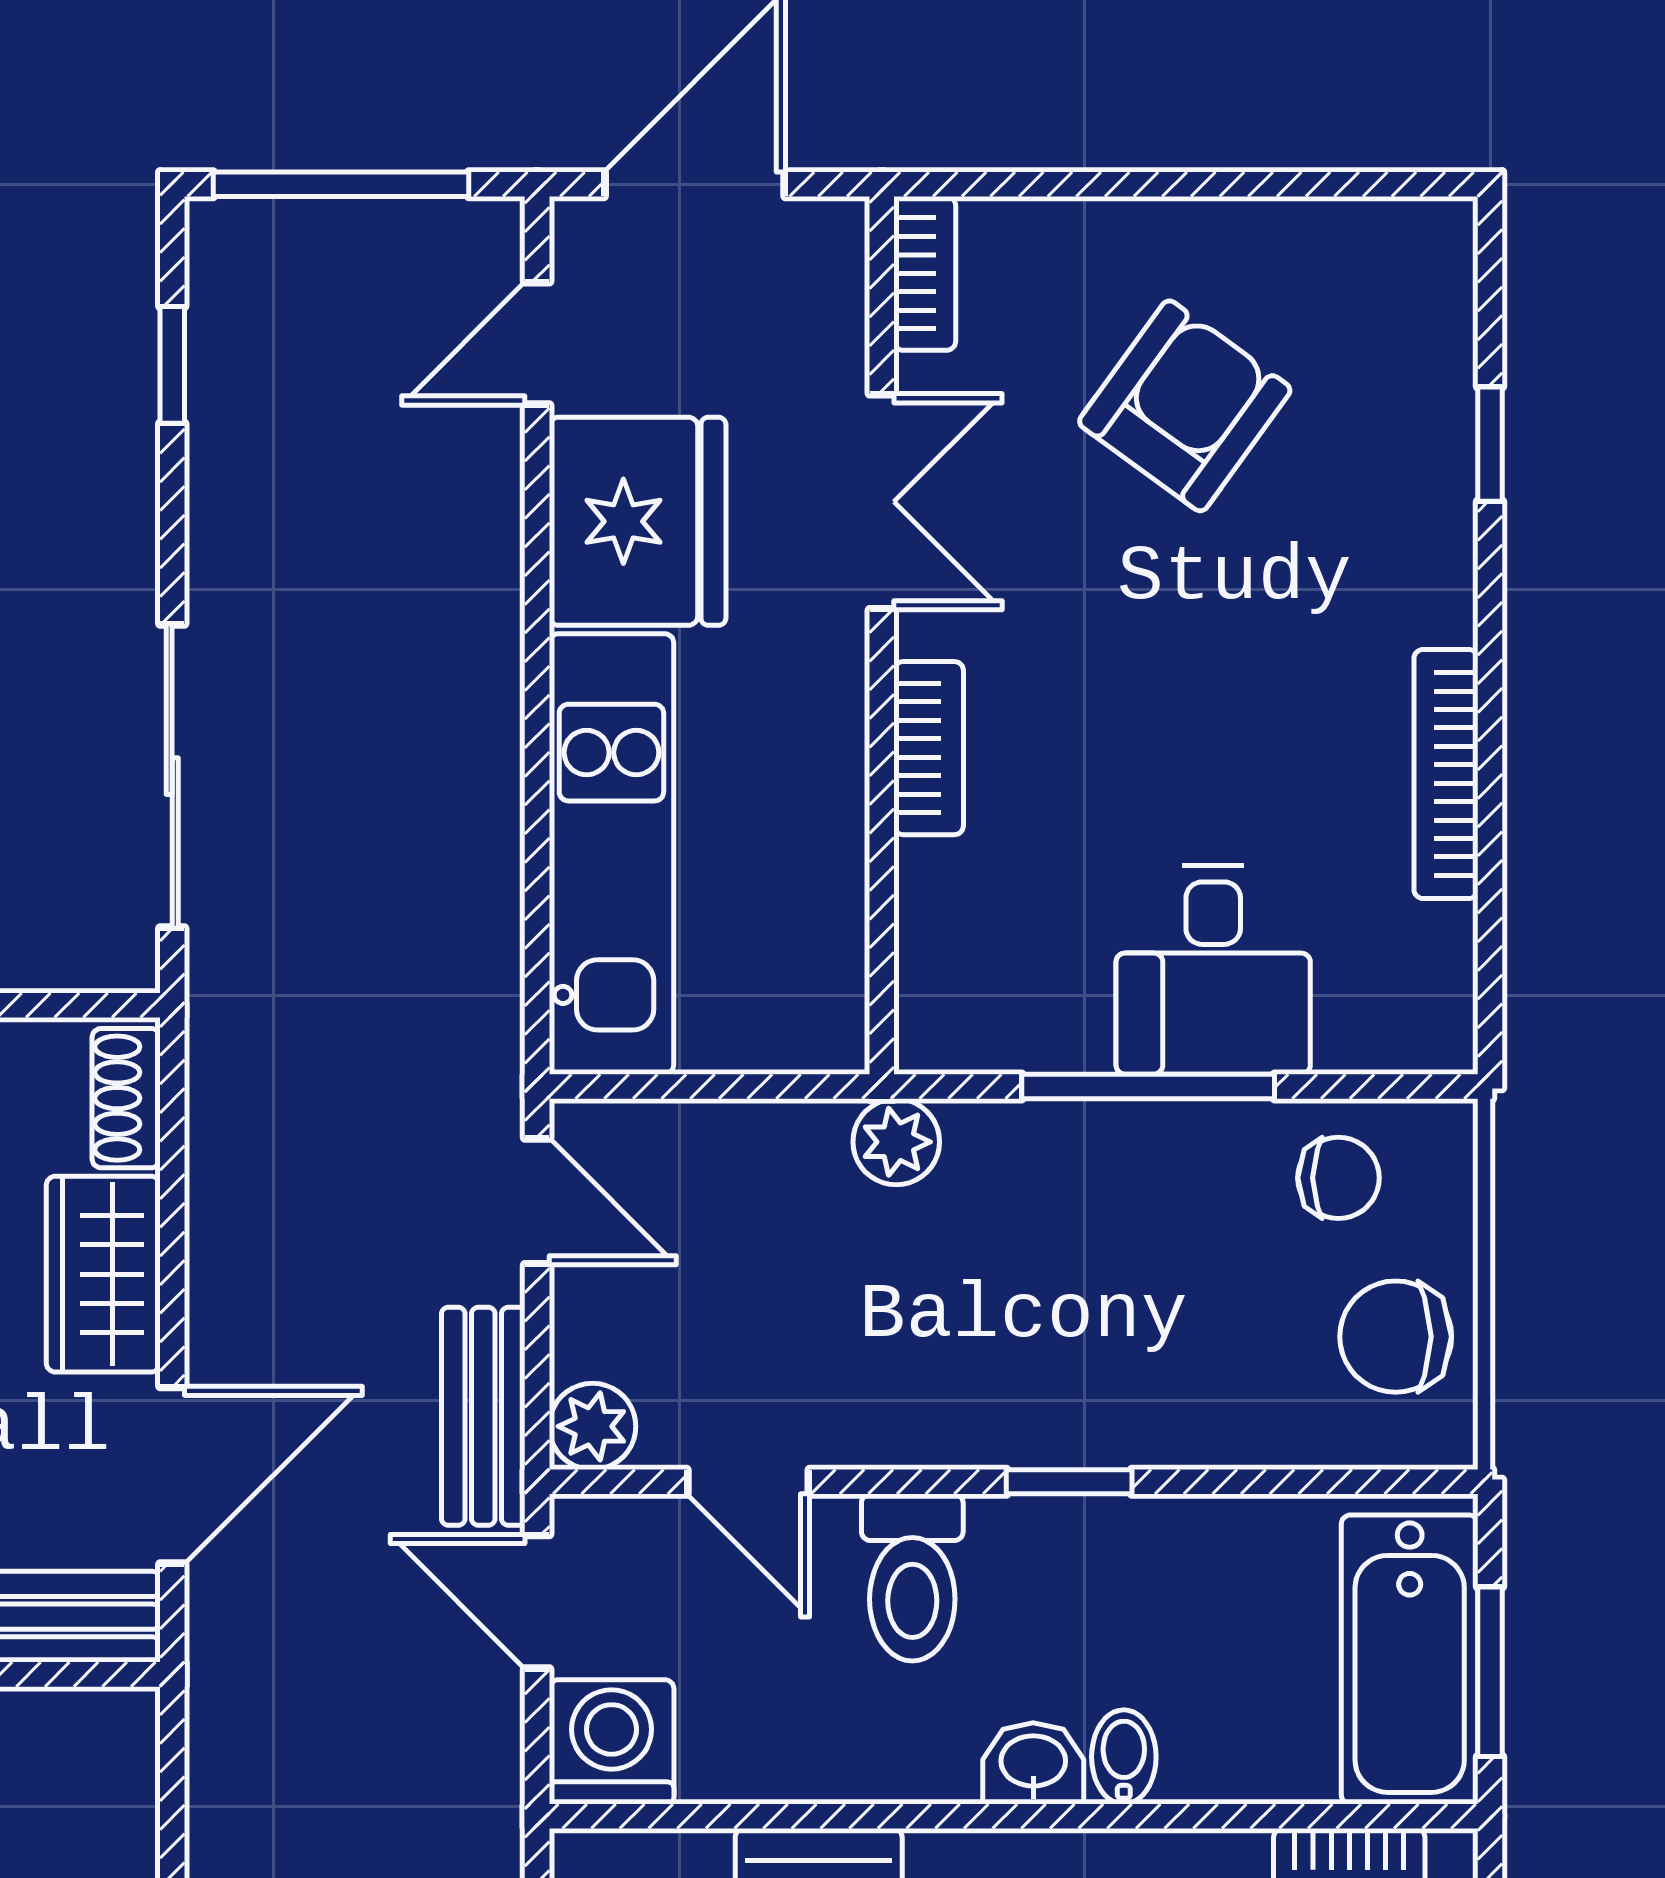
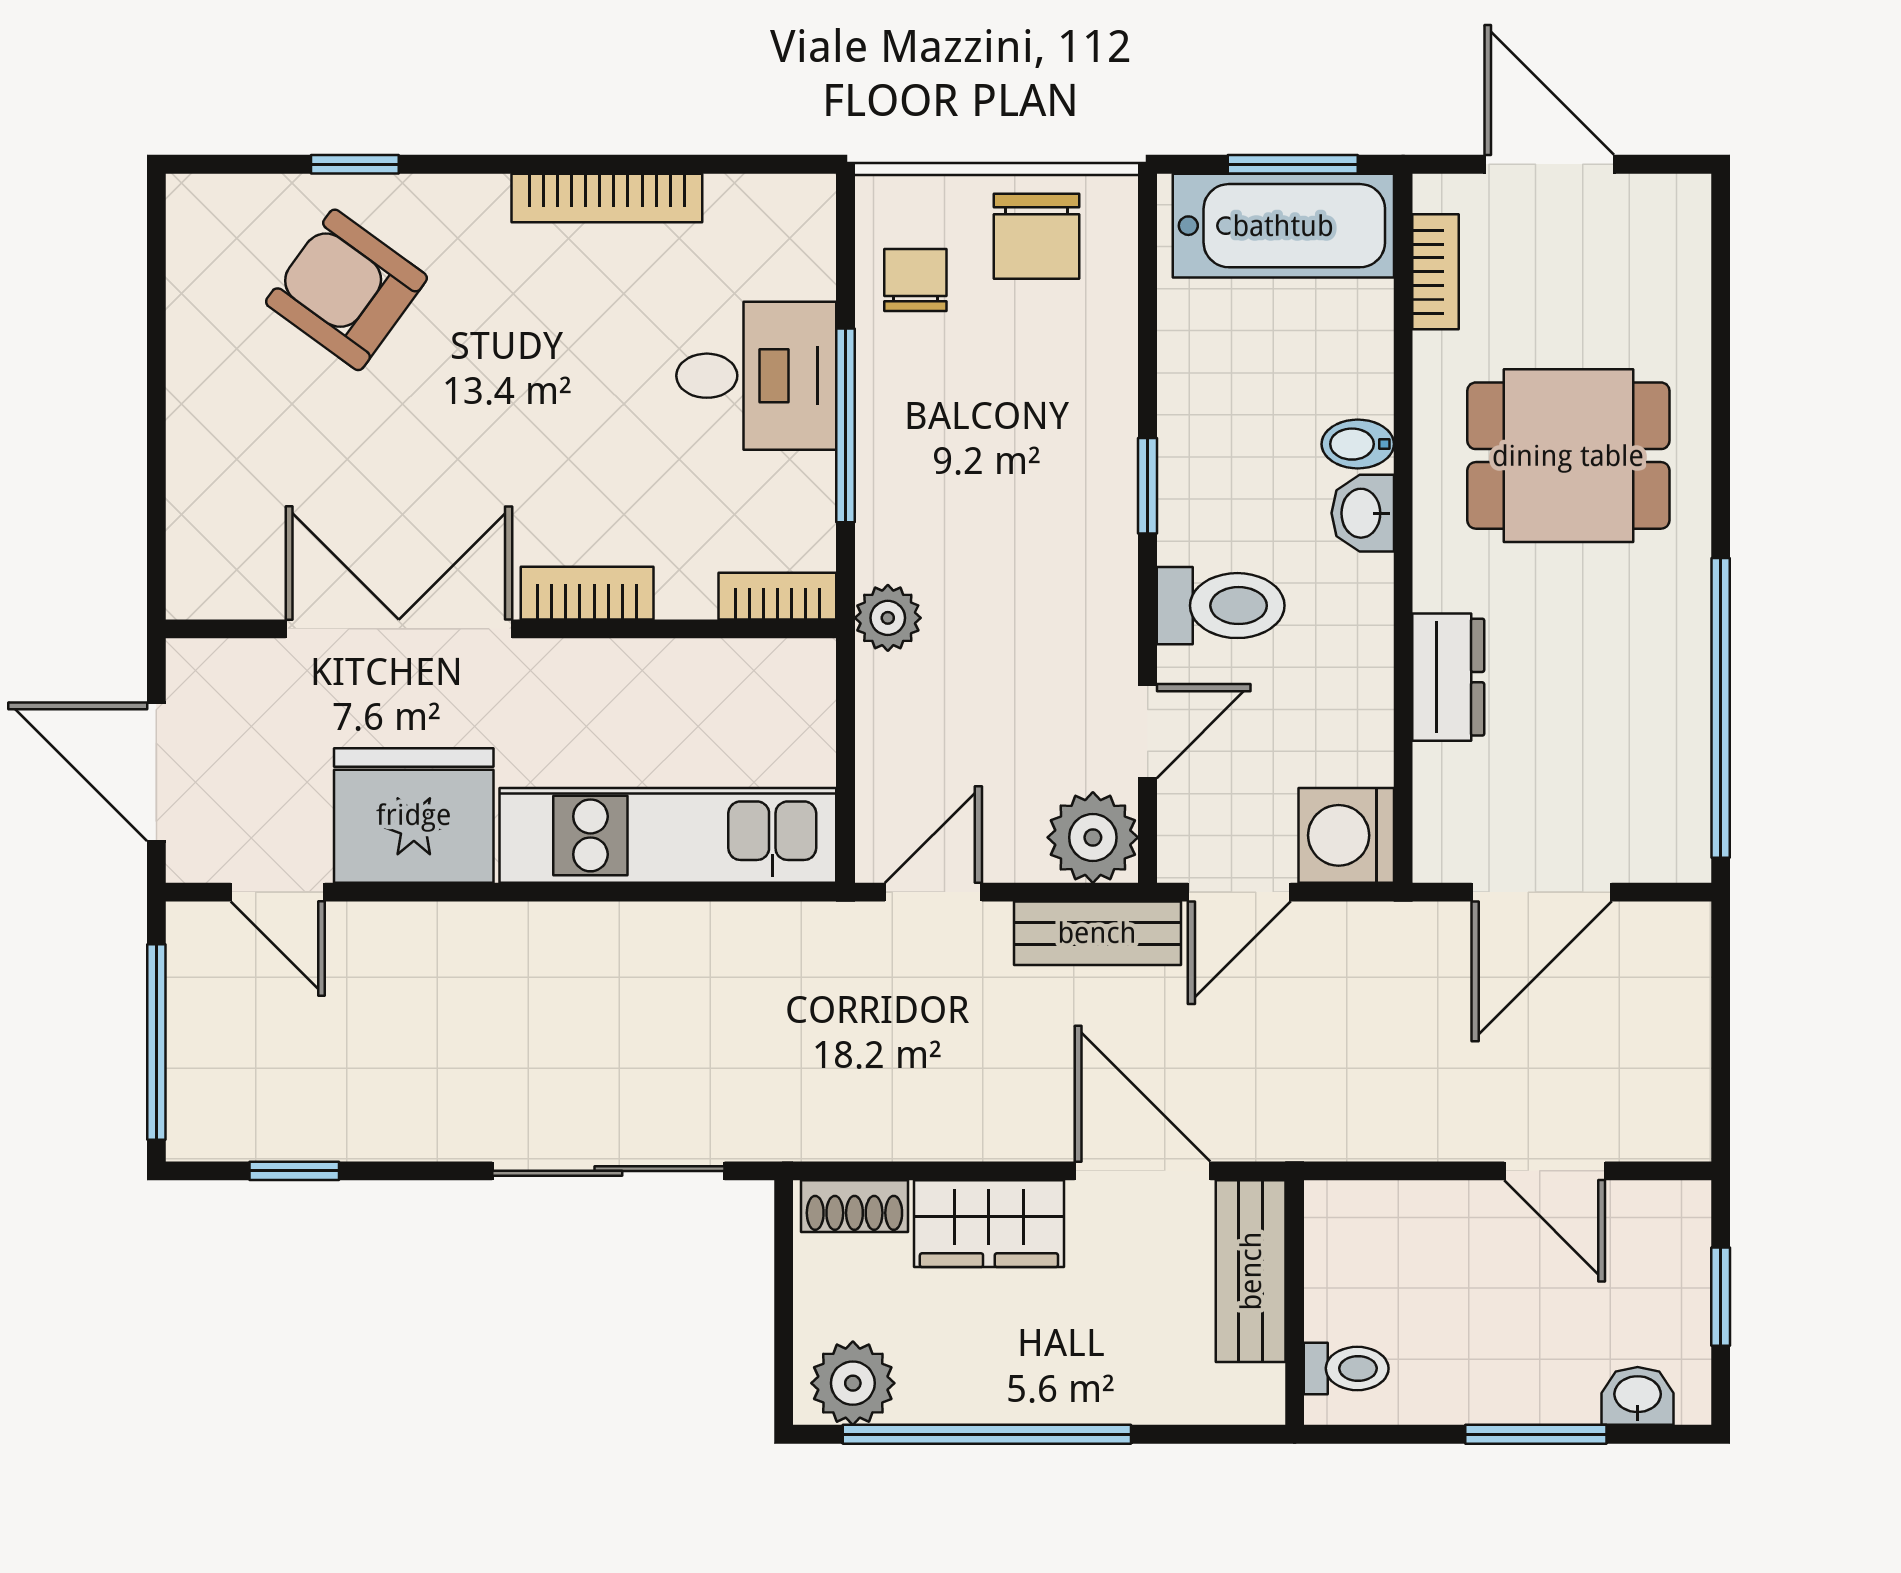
bookcase: (925, 273) -> (777, 596), moved
armchair: (1185, 406) -> (346, 290), moved
double door: (882, 502) -> (399, 629), width x1.37
plant: (593, 1426) -> (1093, 837), width x1.38, depth x1.38

